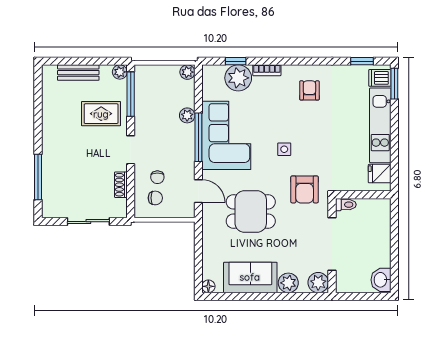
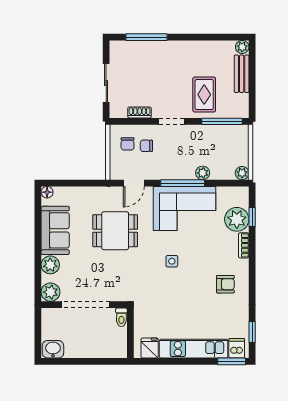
plant: (120, 72) -> (242, 47), moved
armchair: (305, 189) -> (135, 280), removed
dining table: (251, 211) -> (115, 231), turned 90

